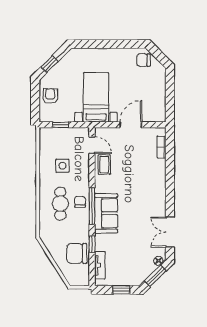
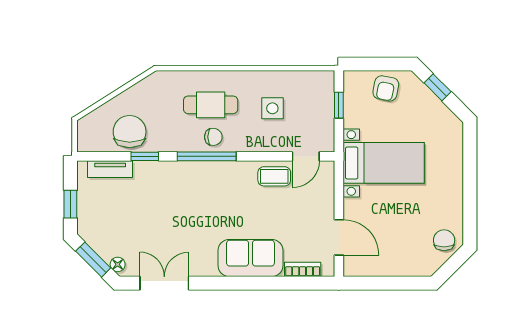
armchair: (50, 96) -> (386, 88), turned 101
door: (131, 125) -> (339, 237), moved
sofa: (106, 213) -> (250, 258), moved, turned 180

